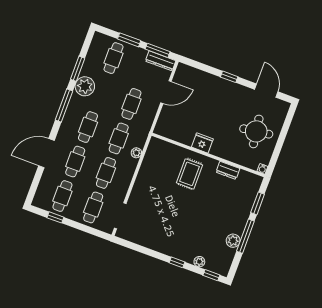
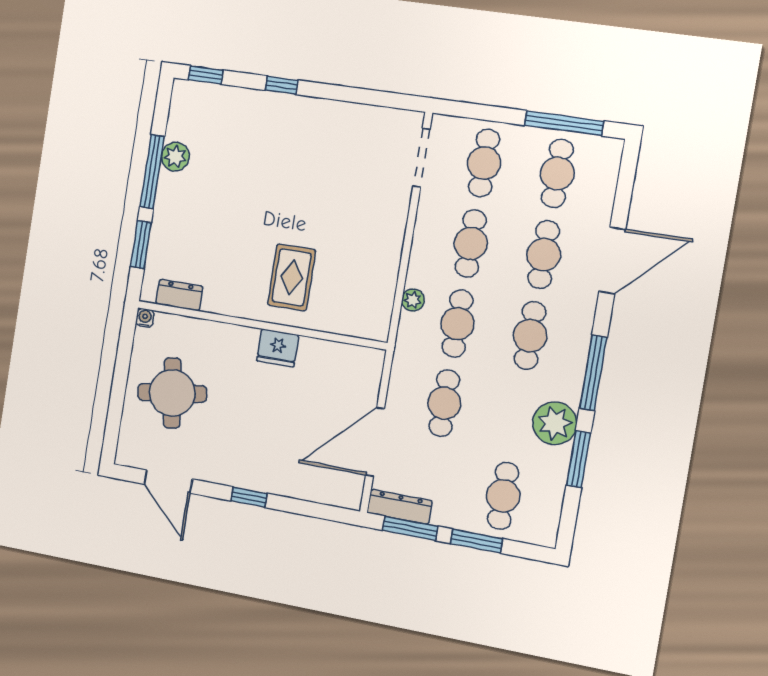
door: (166, 92) -> (375, 442), width x1.36
dresser: (228, 170) -> (179, 295), moved
window: (55, 217) -> (564, 123), width x2.17
plant: (199, 262) -> (236, 98), removed

